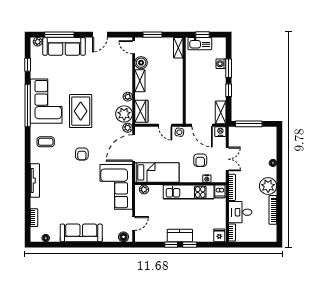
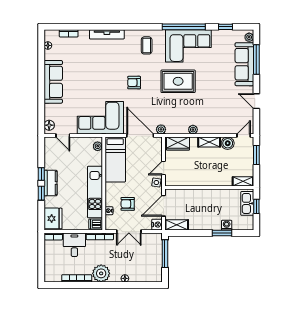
window: (229, 90) -> (199, 233), removed
plant: (124, 114) -> (175, 126), removed
fridge: (219, 235) -> (53, 218), width x1.88, depth x1.34

